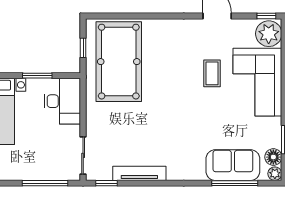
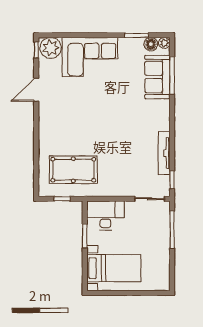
pool table: (119, 62) -> (73, 170), width x0.73, depth x0.76
coffee table: (212, 73) -> (83, 94), removed

